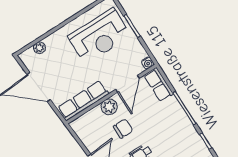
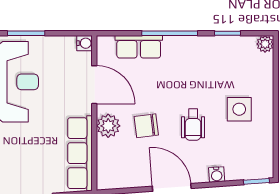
row of seats: (159, 85) -> (139, 47), moved
chair: (123, 129) -> (146, 126), turned -97

